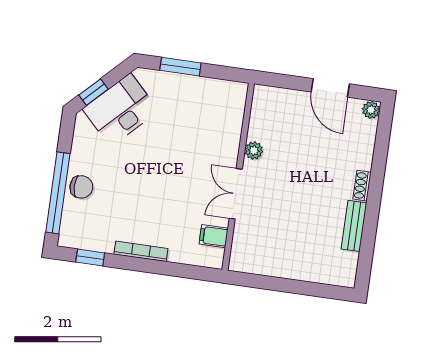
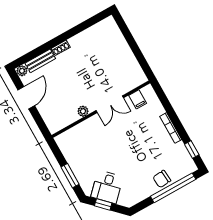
window: (94, 92) -> (103, 204), moved
desk: (121, 110) -> (107, 187), width x0.73
chair: (81, 187) -> (162, 179), turned -95
bench: (354, 226) -> (40, 61), moved

